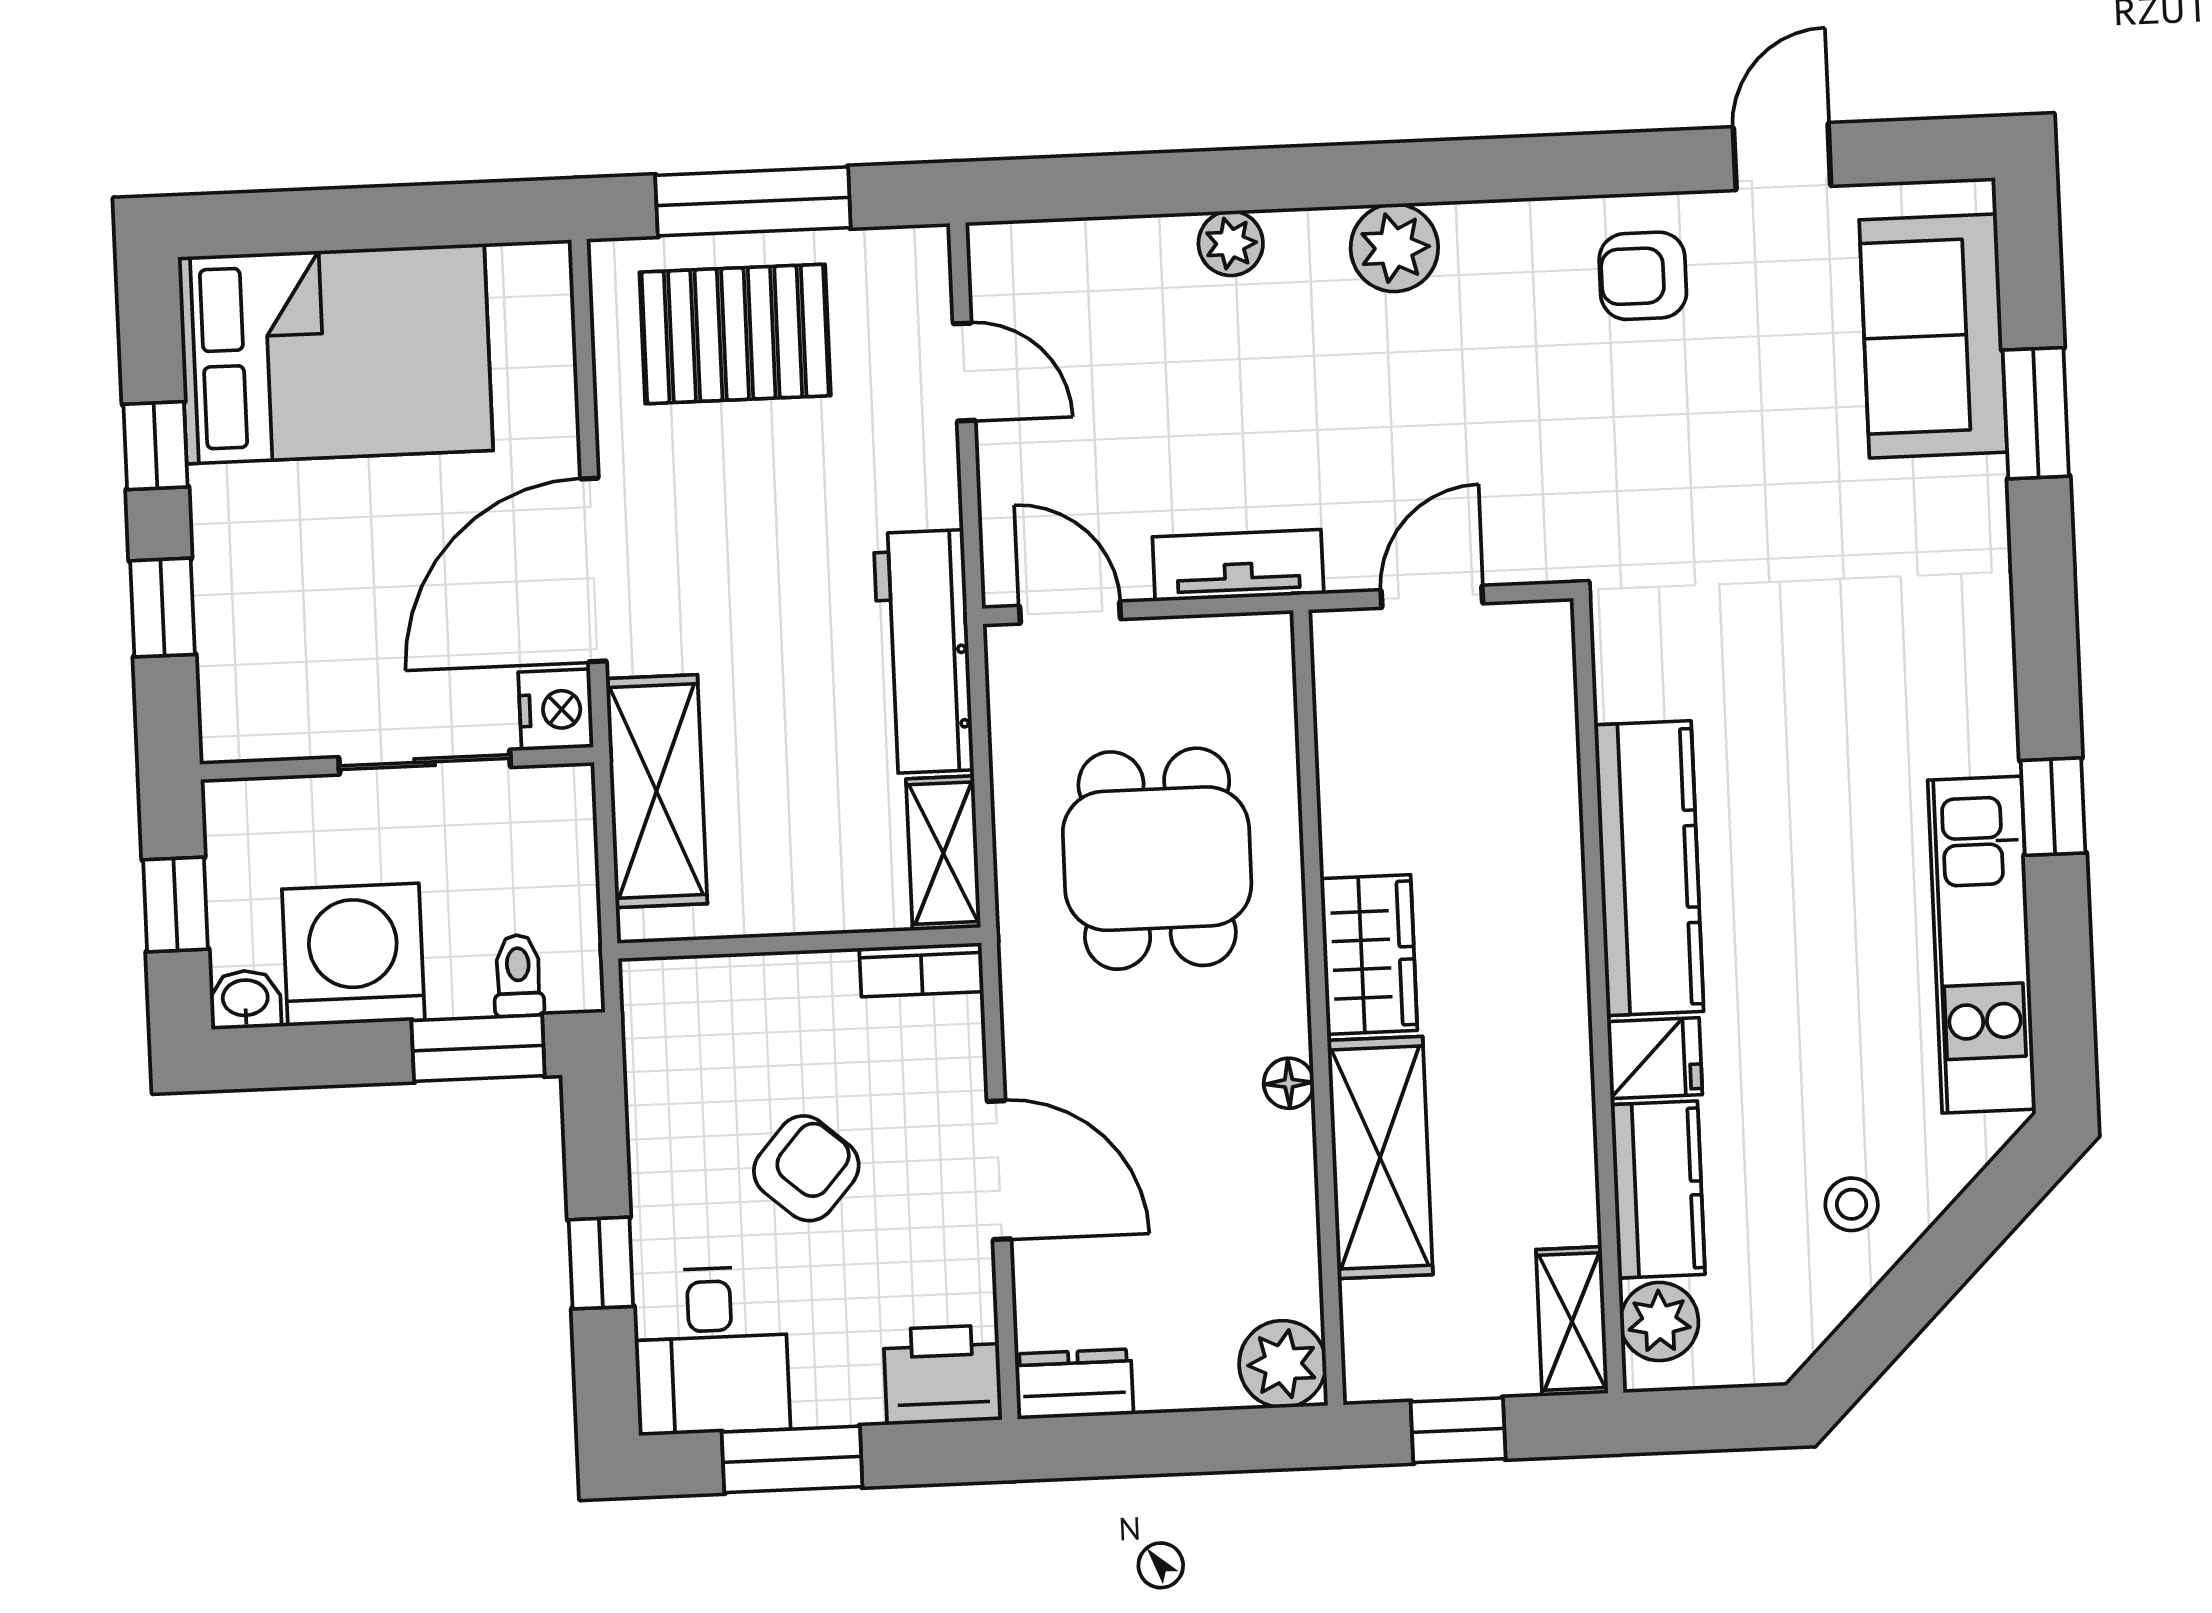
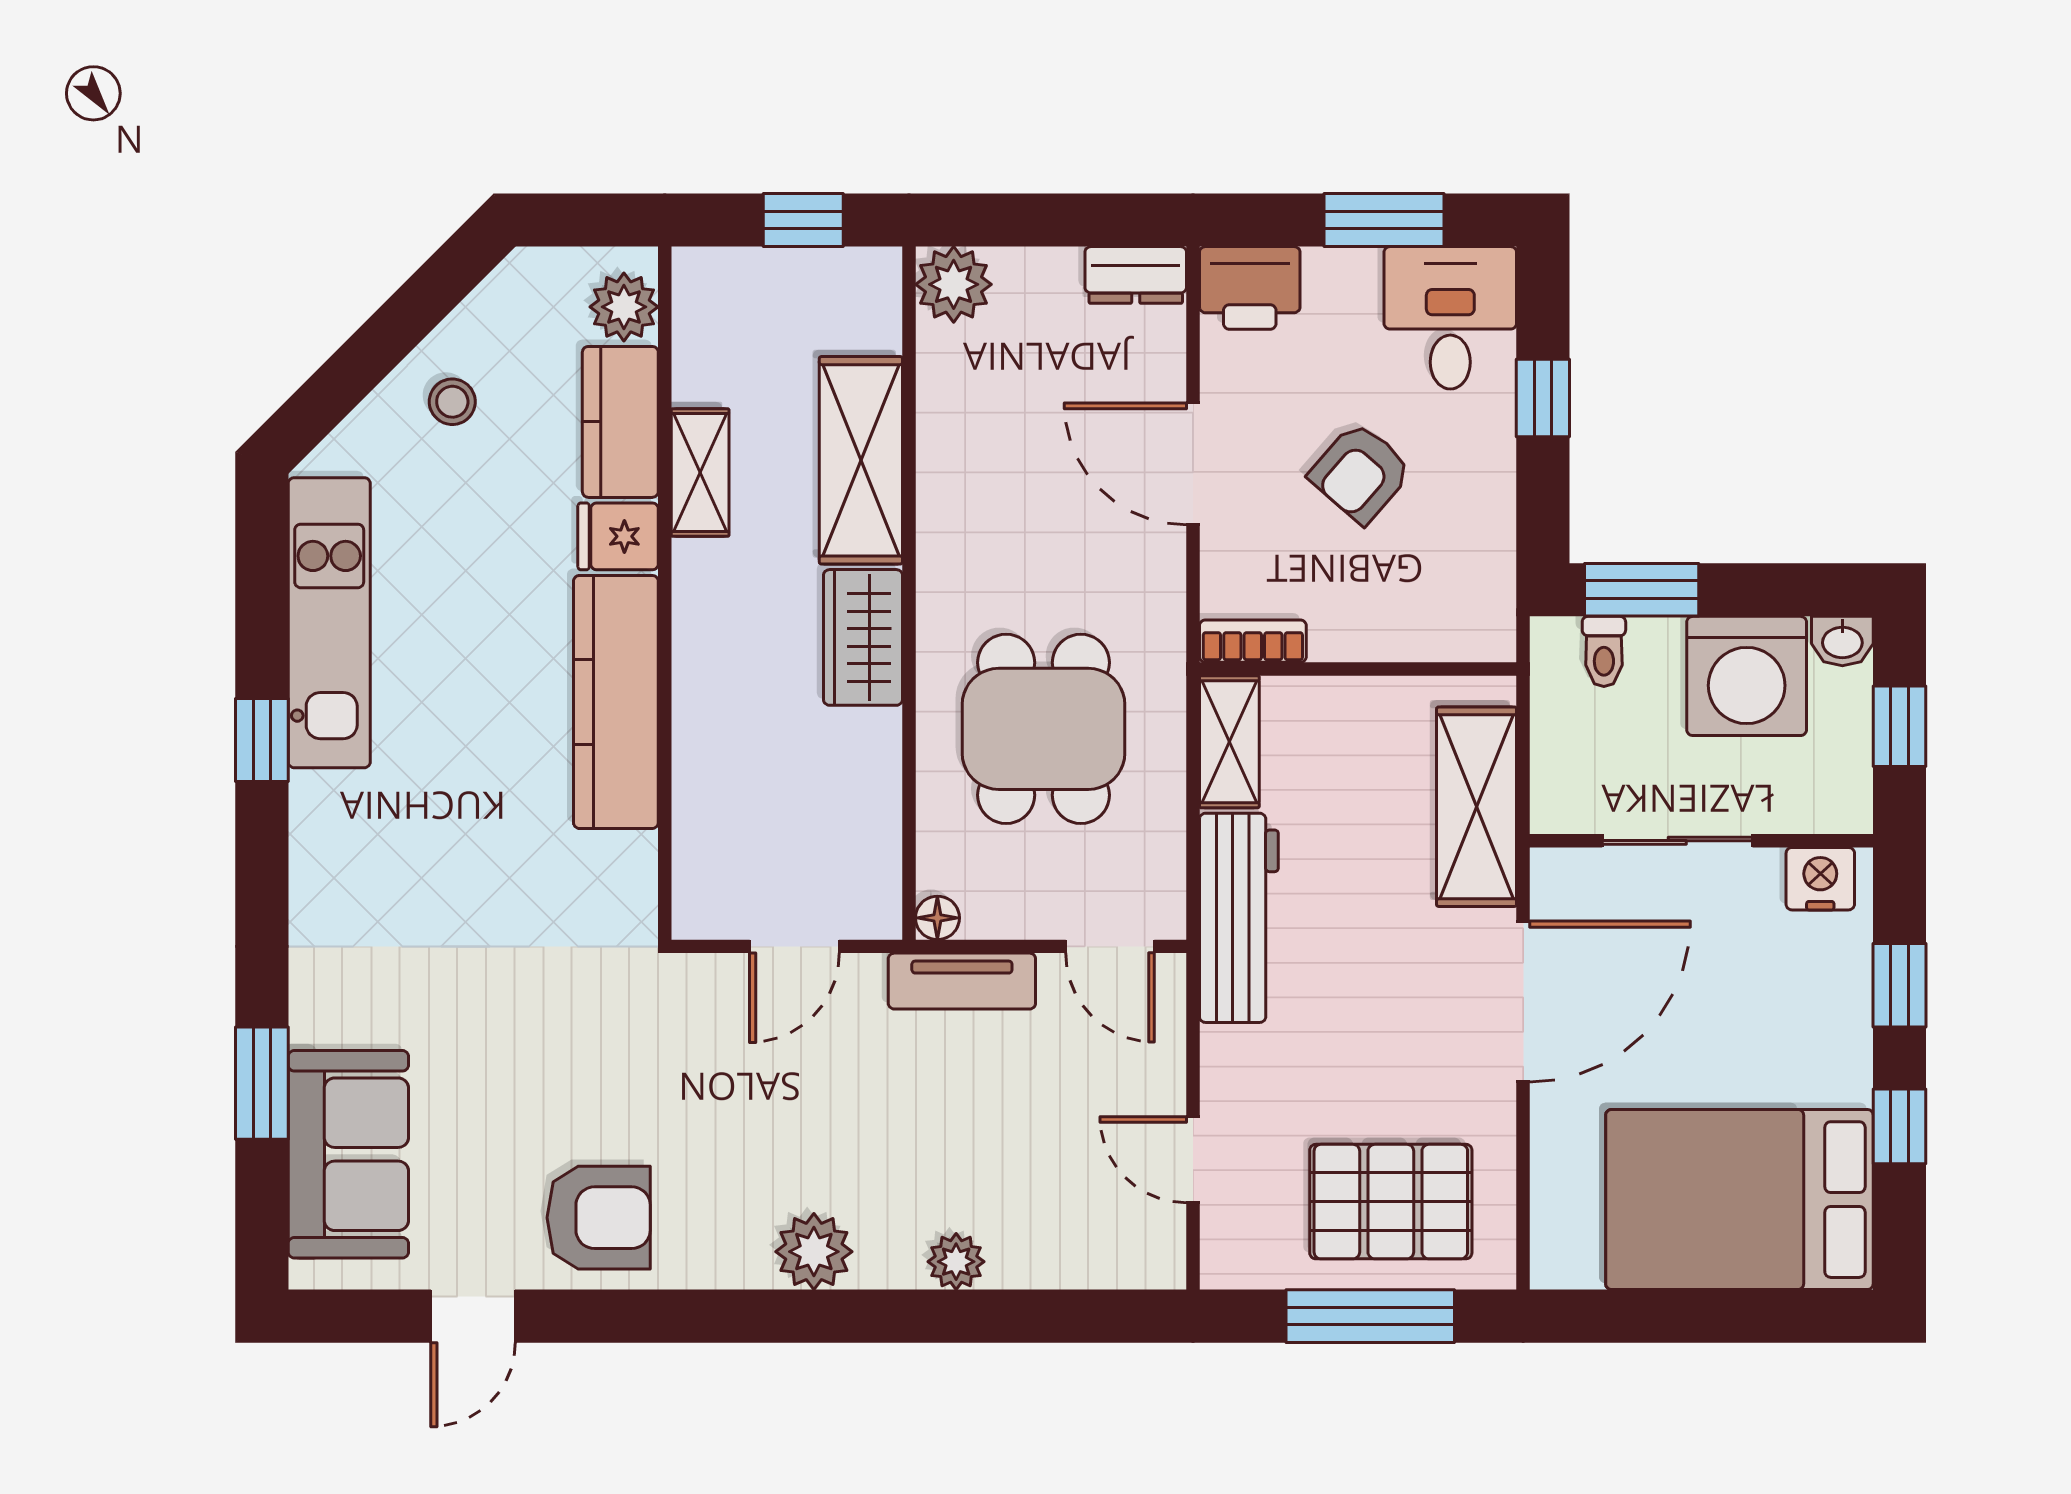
armchair: (1643, 276) -> (599, 1218), width x1.38, depth x1.38
nightstand: (556, 710) -> (1820, 879), moved, turned 90
floor lamp: (1289, 1083) -> (937, 918), moved
shelving: (1572, 1321) -> (700, 473), moved

